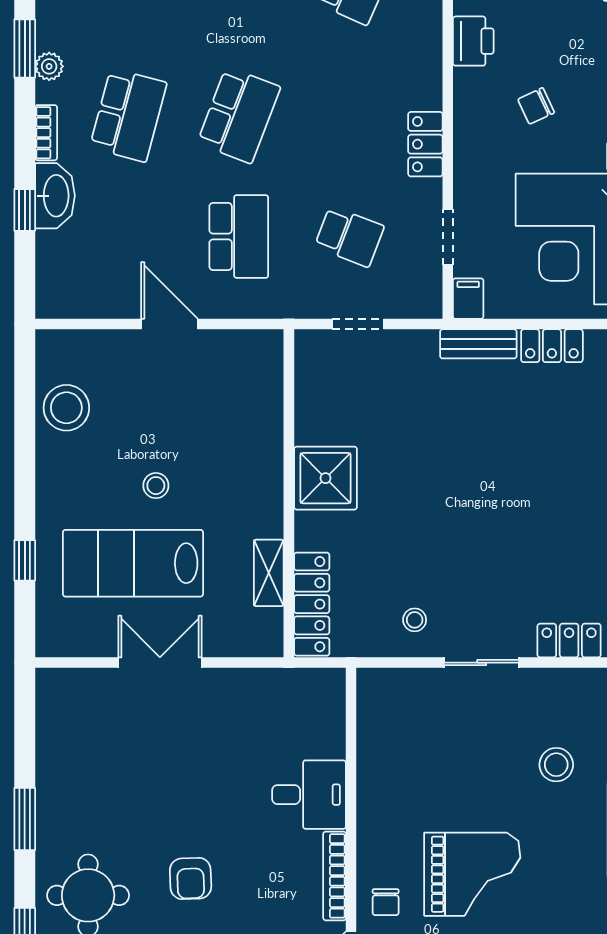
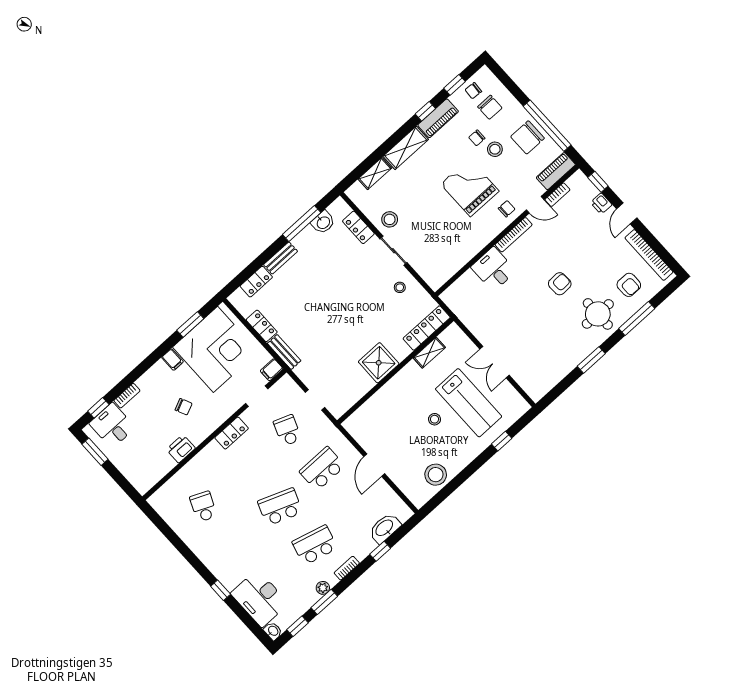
washbasin: (55, 196) -> (385, 528), moved
stool: (556, 765) -> (390, 219), moved

